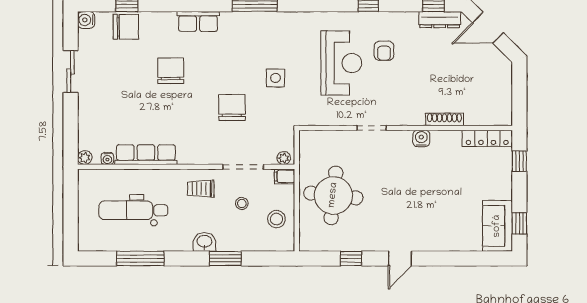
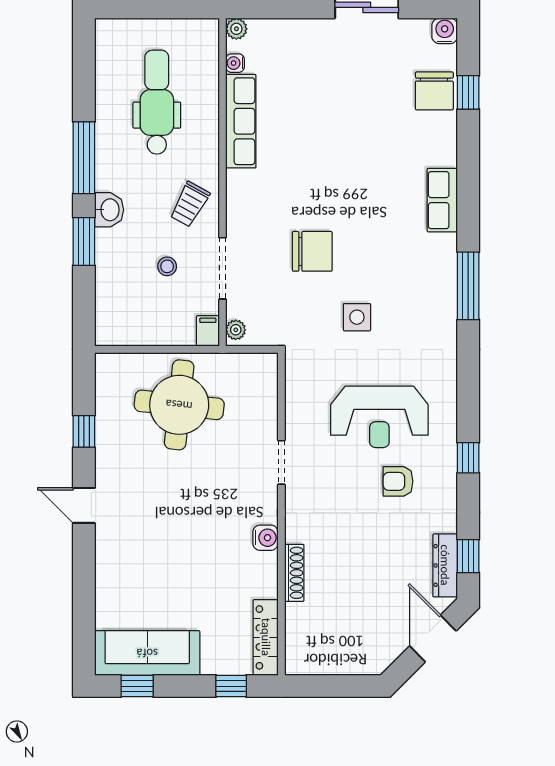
chair: (171, 71) -> (368, 159), removed
trolley: (201, 189) -> (190, 204), turned -151
stool: (276, 219) -> (144, 319), removed
sofa: (497, 226) -> (147, 653), width x1.36
window: (140, 258) -> (84, 158), moved

